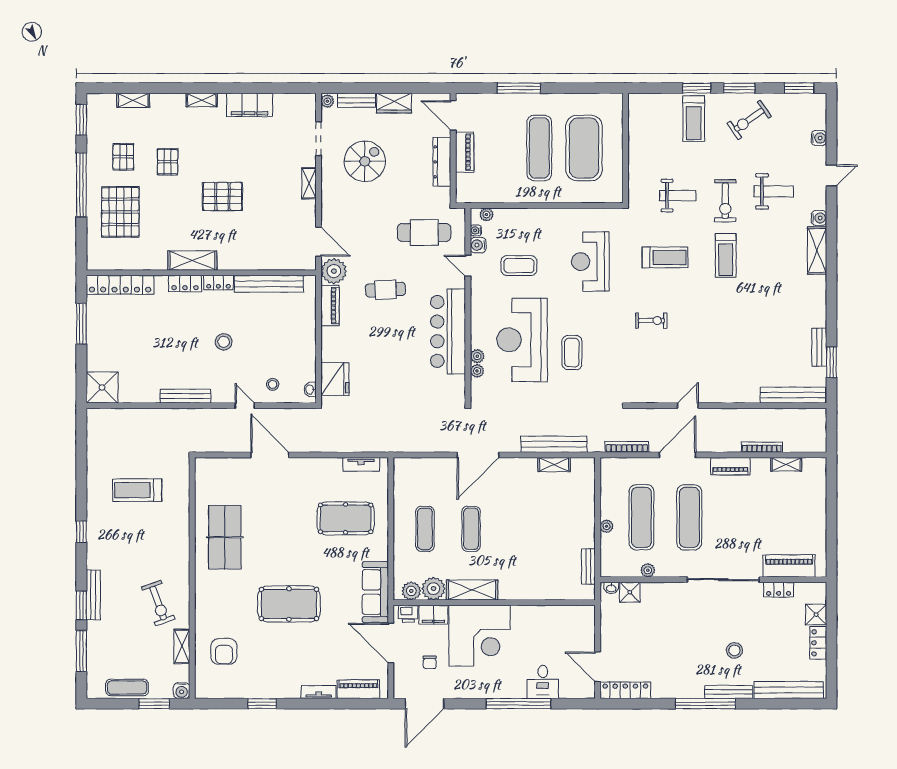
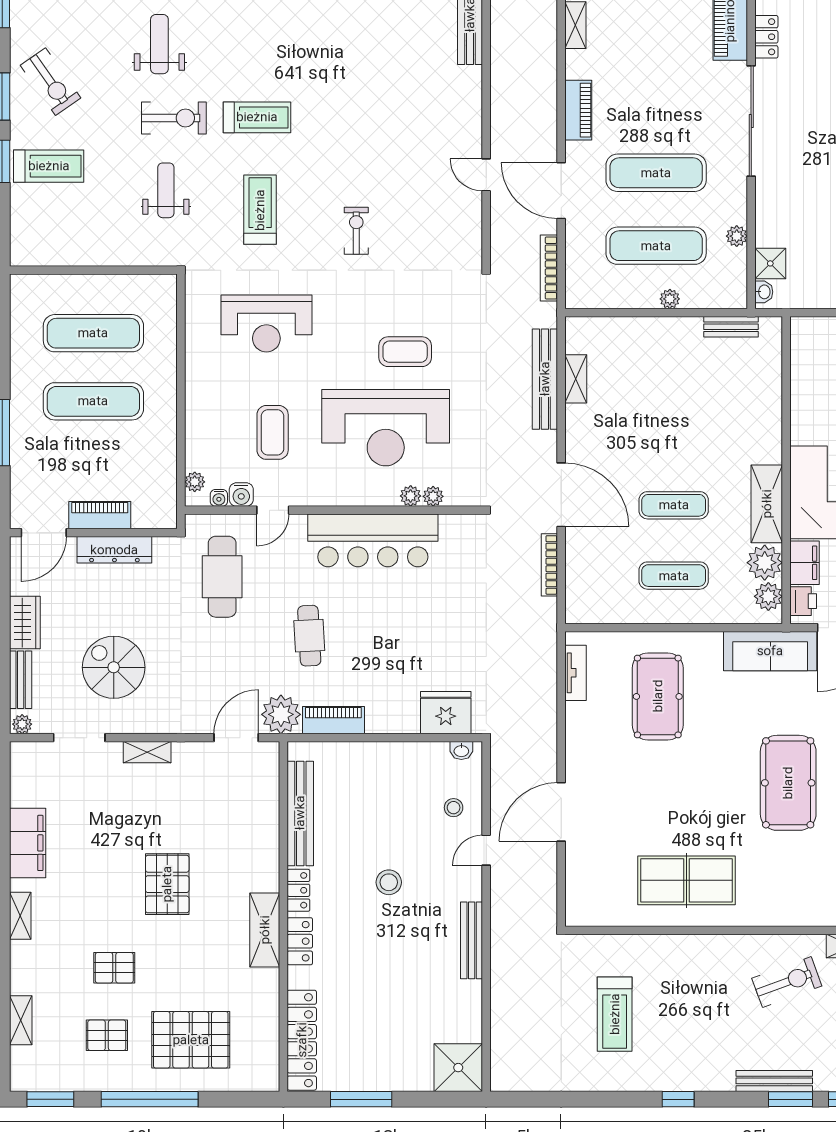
exercise mat: (584, 148) -> (93, 333), width x0.68
bookcase: (762, 447) -> (549, 565), moved

